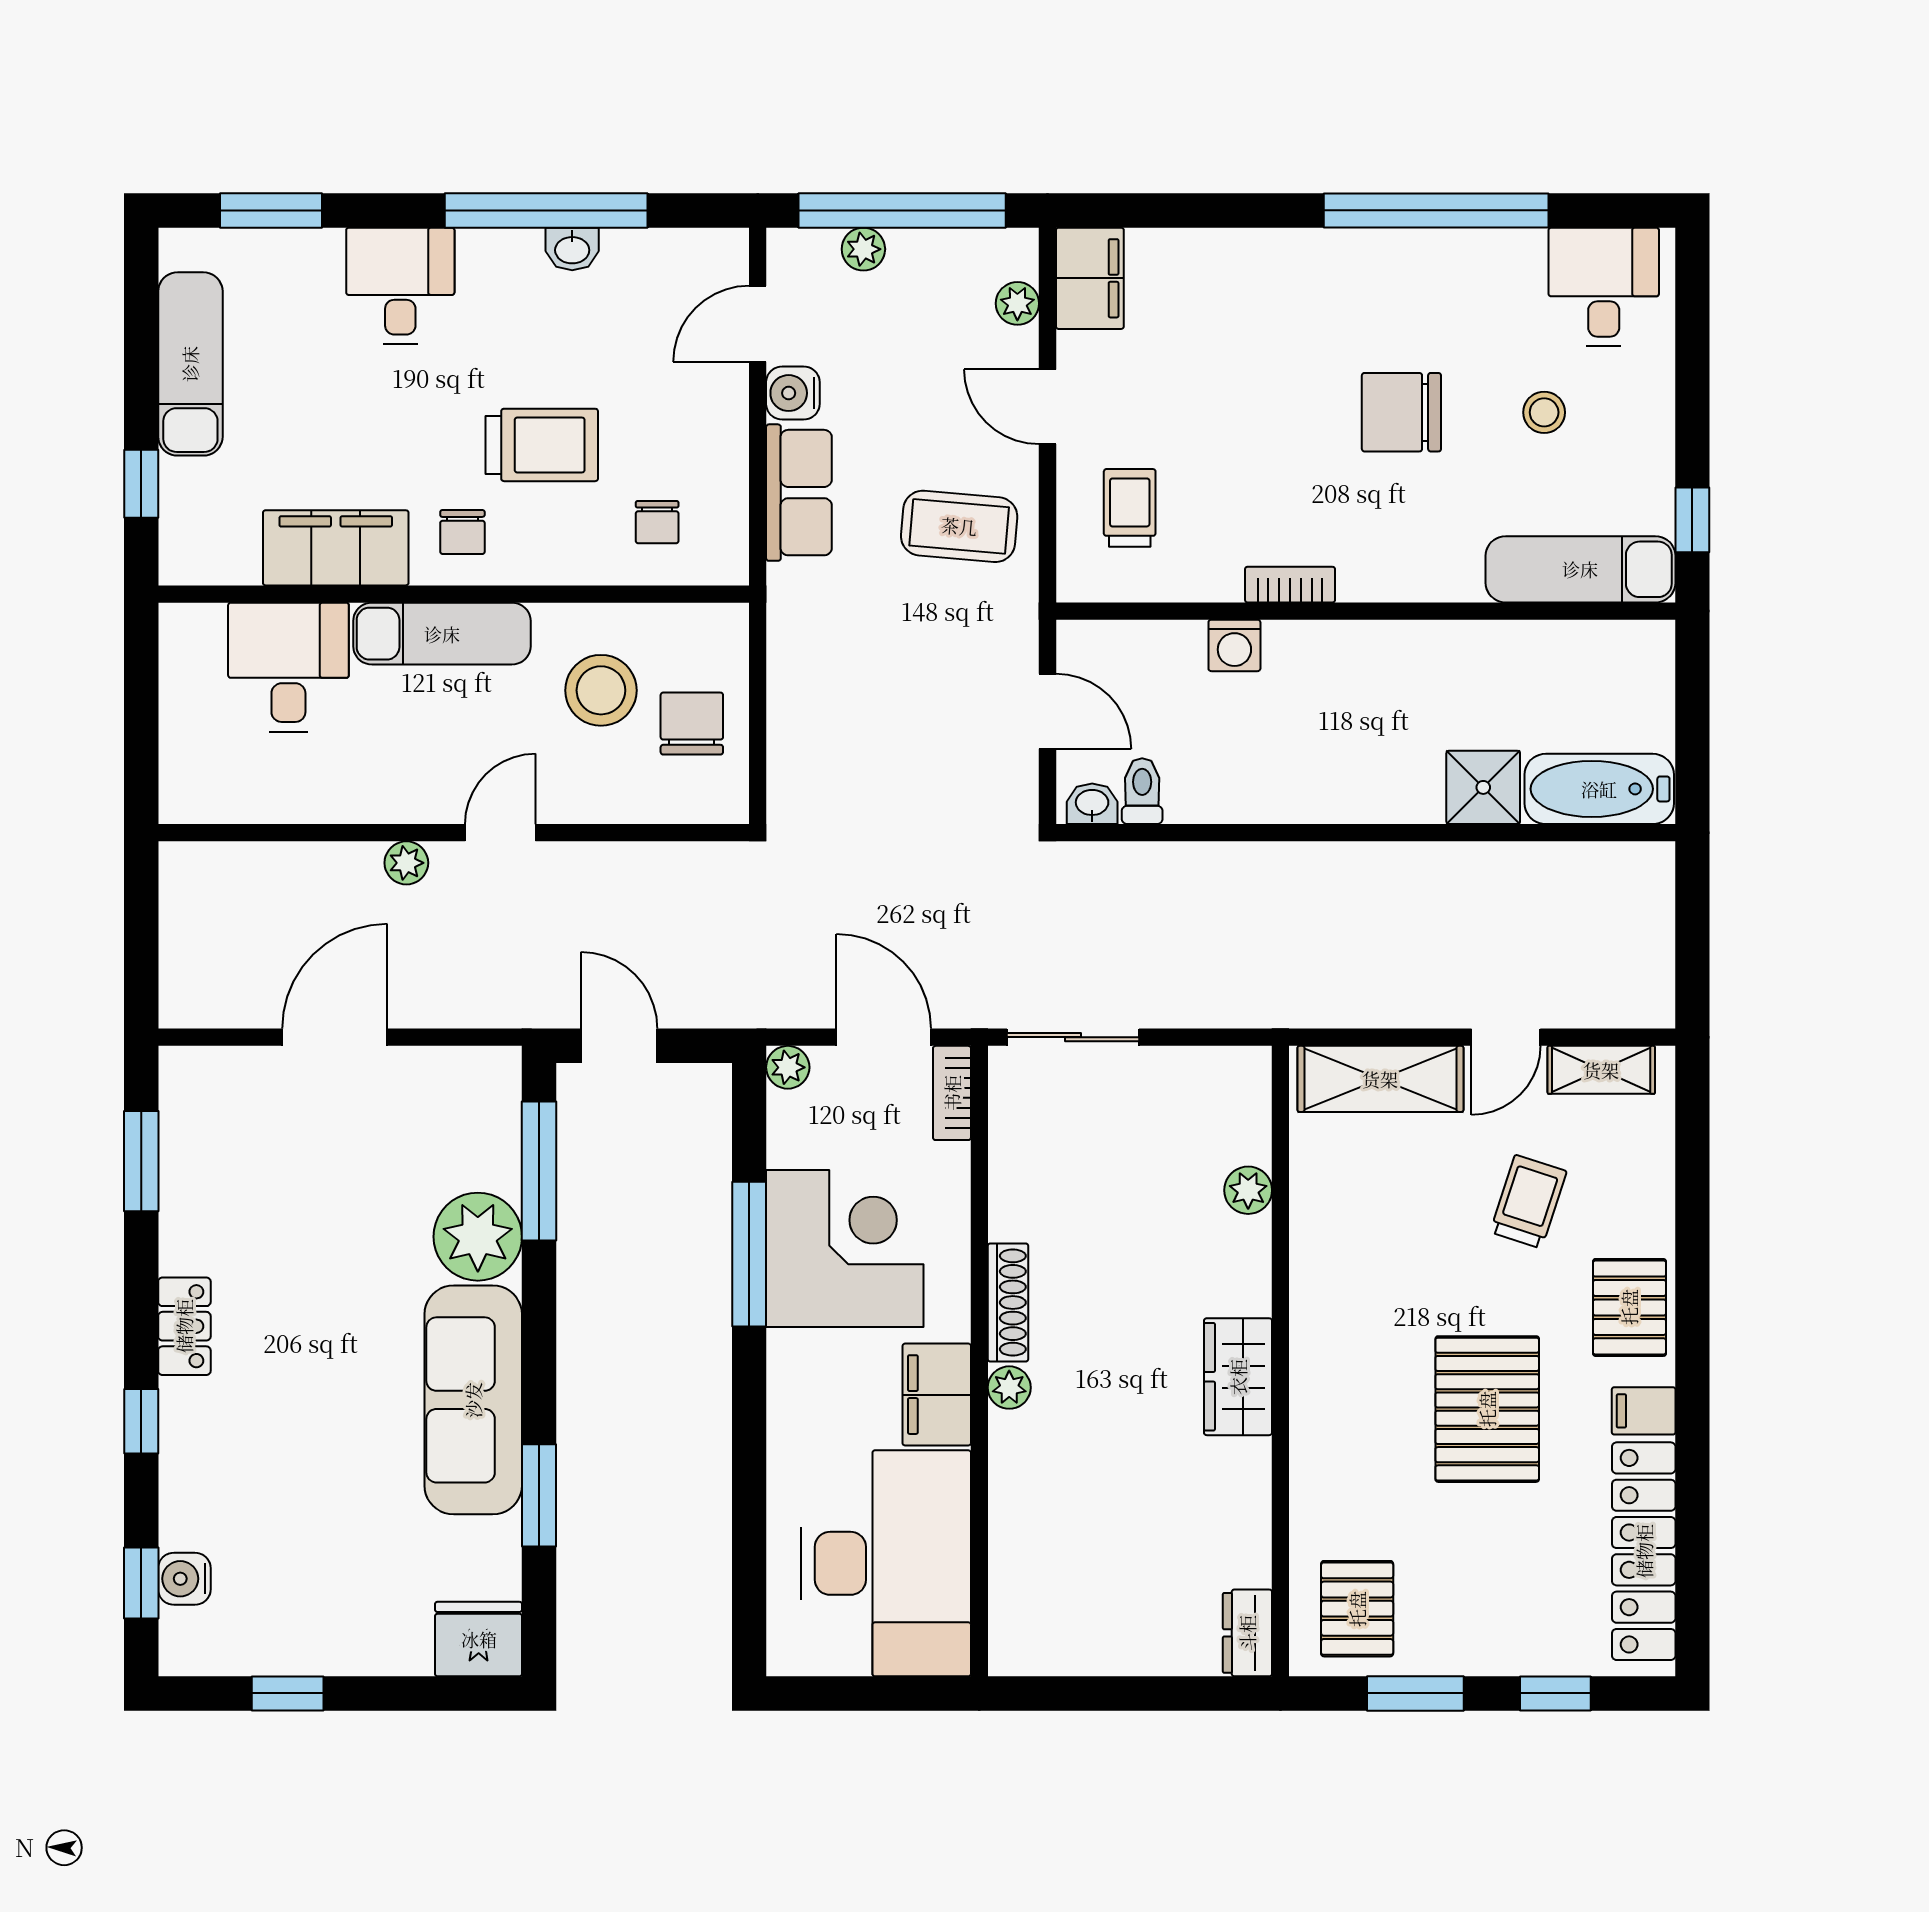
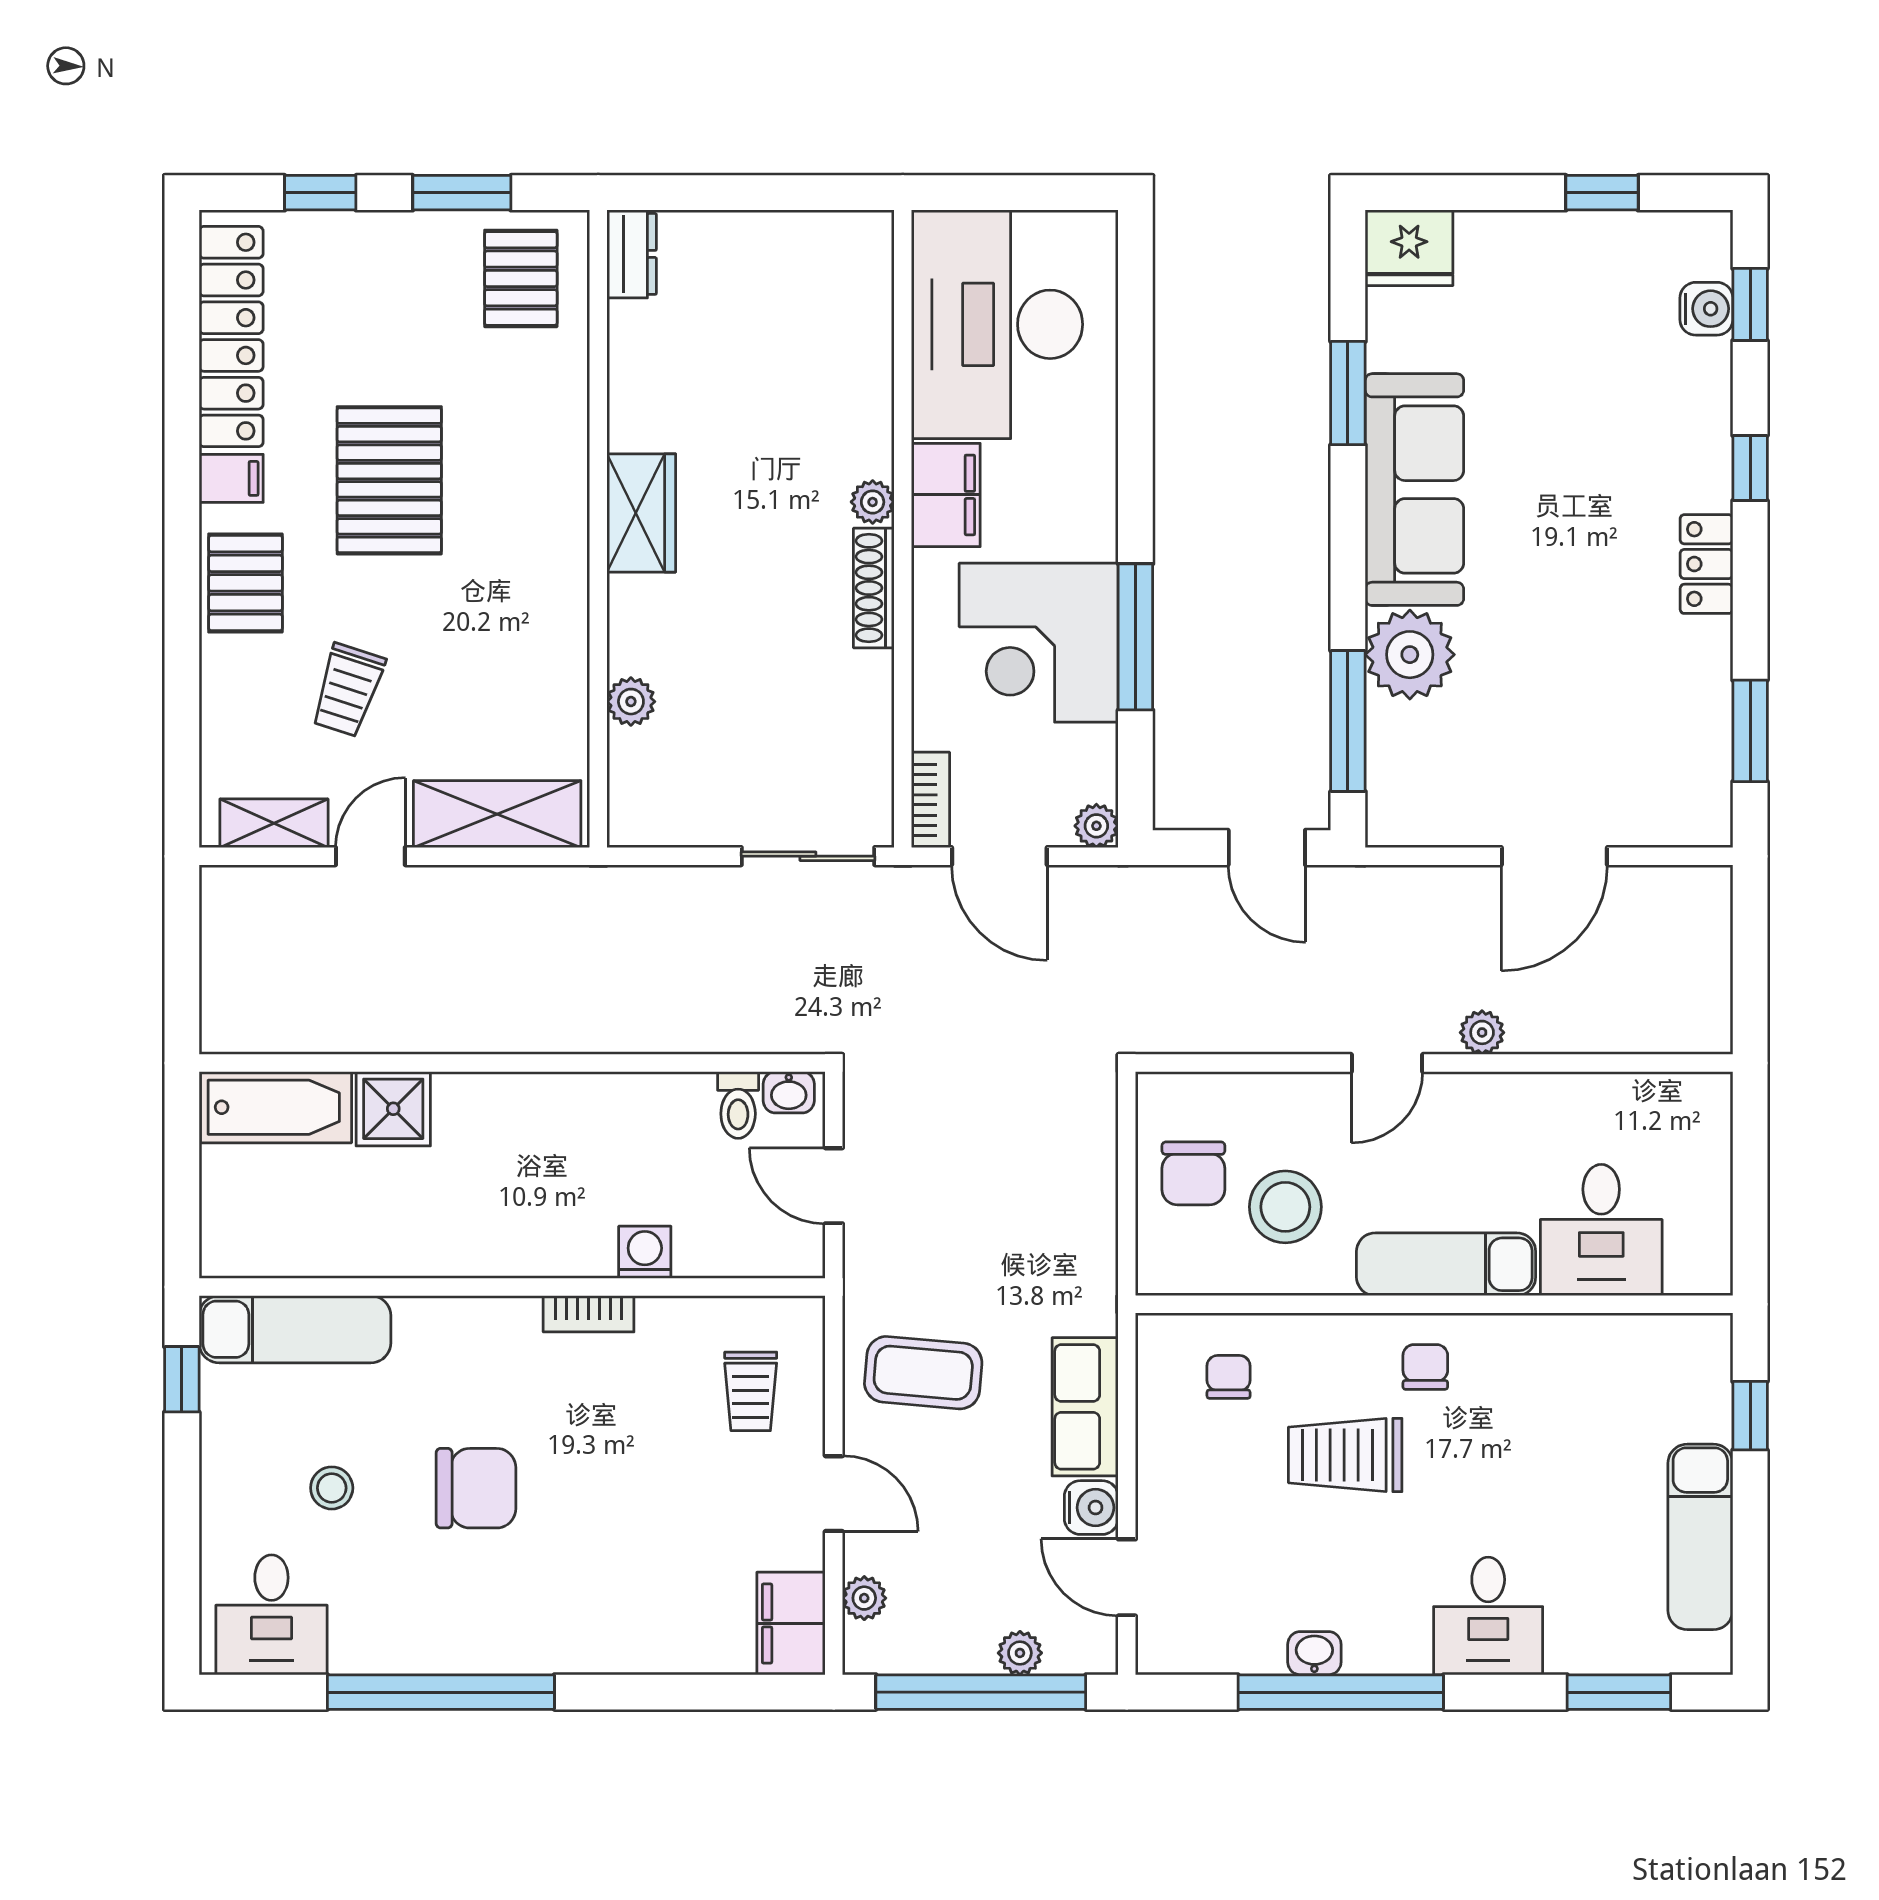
door: (758, 324) -> (1127, 1577), swing flipped
filing cabinet: (336, 548) -> (1553, 1351), removed

